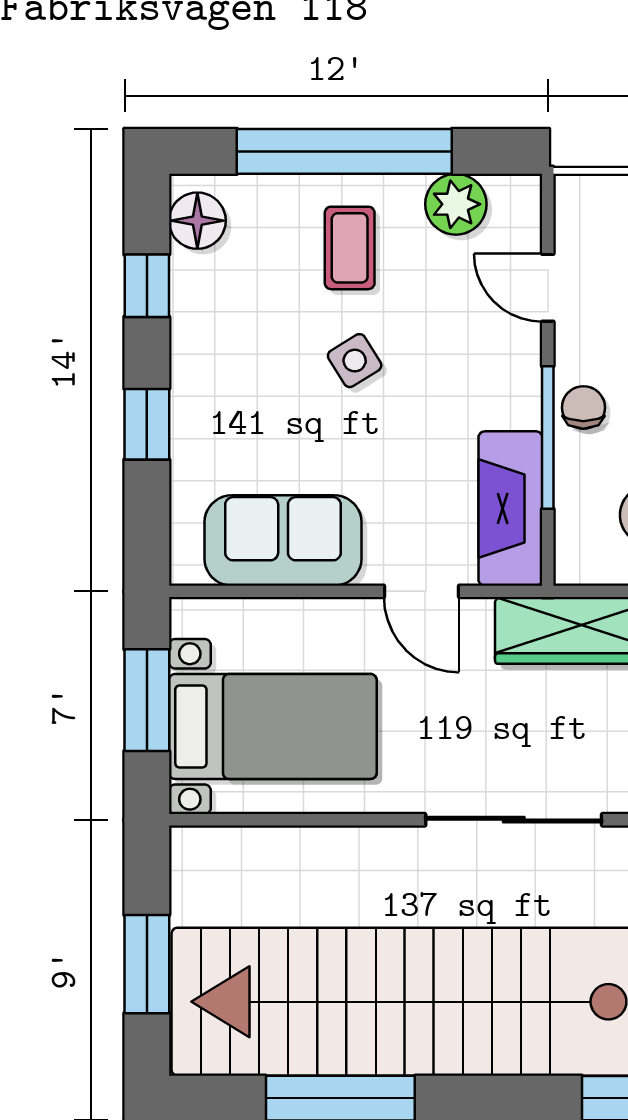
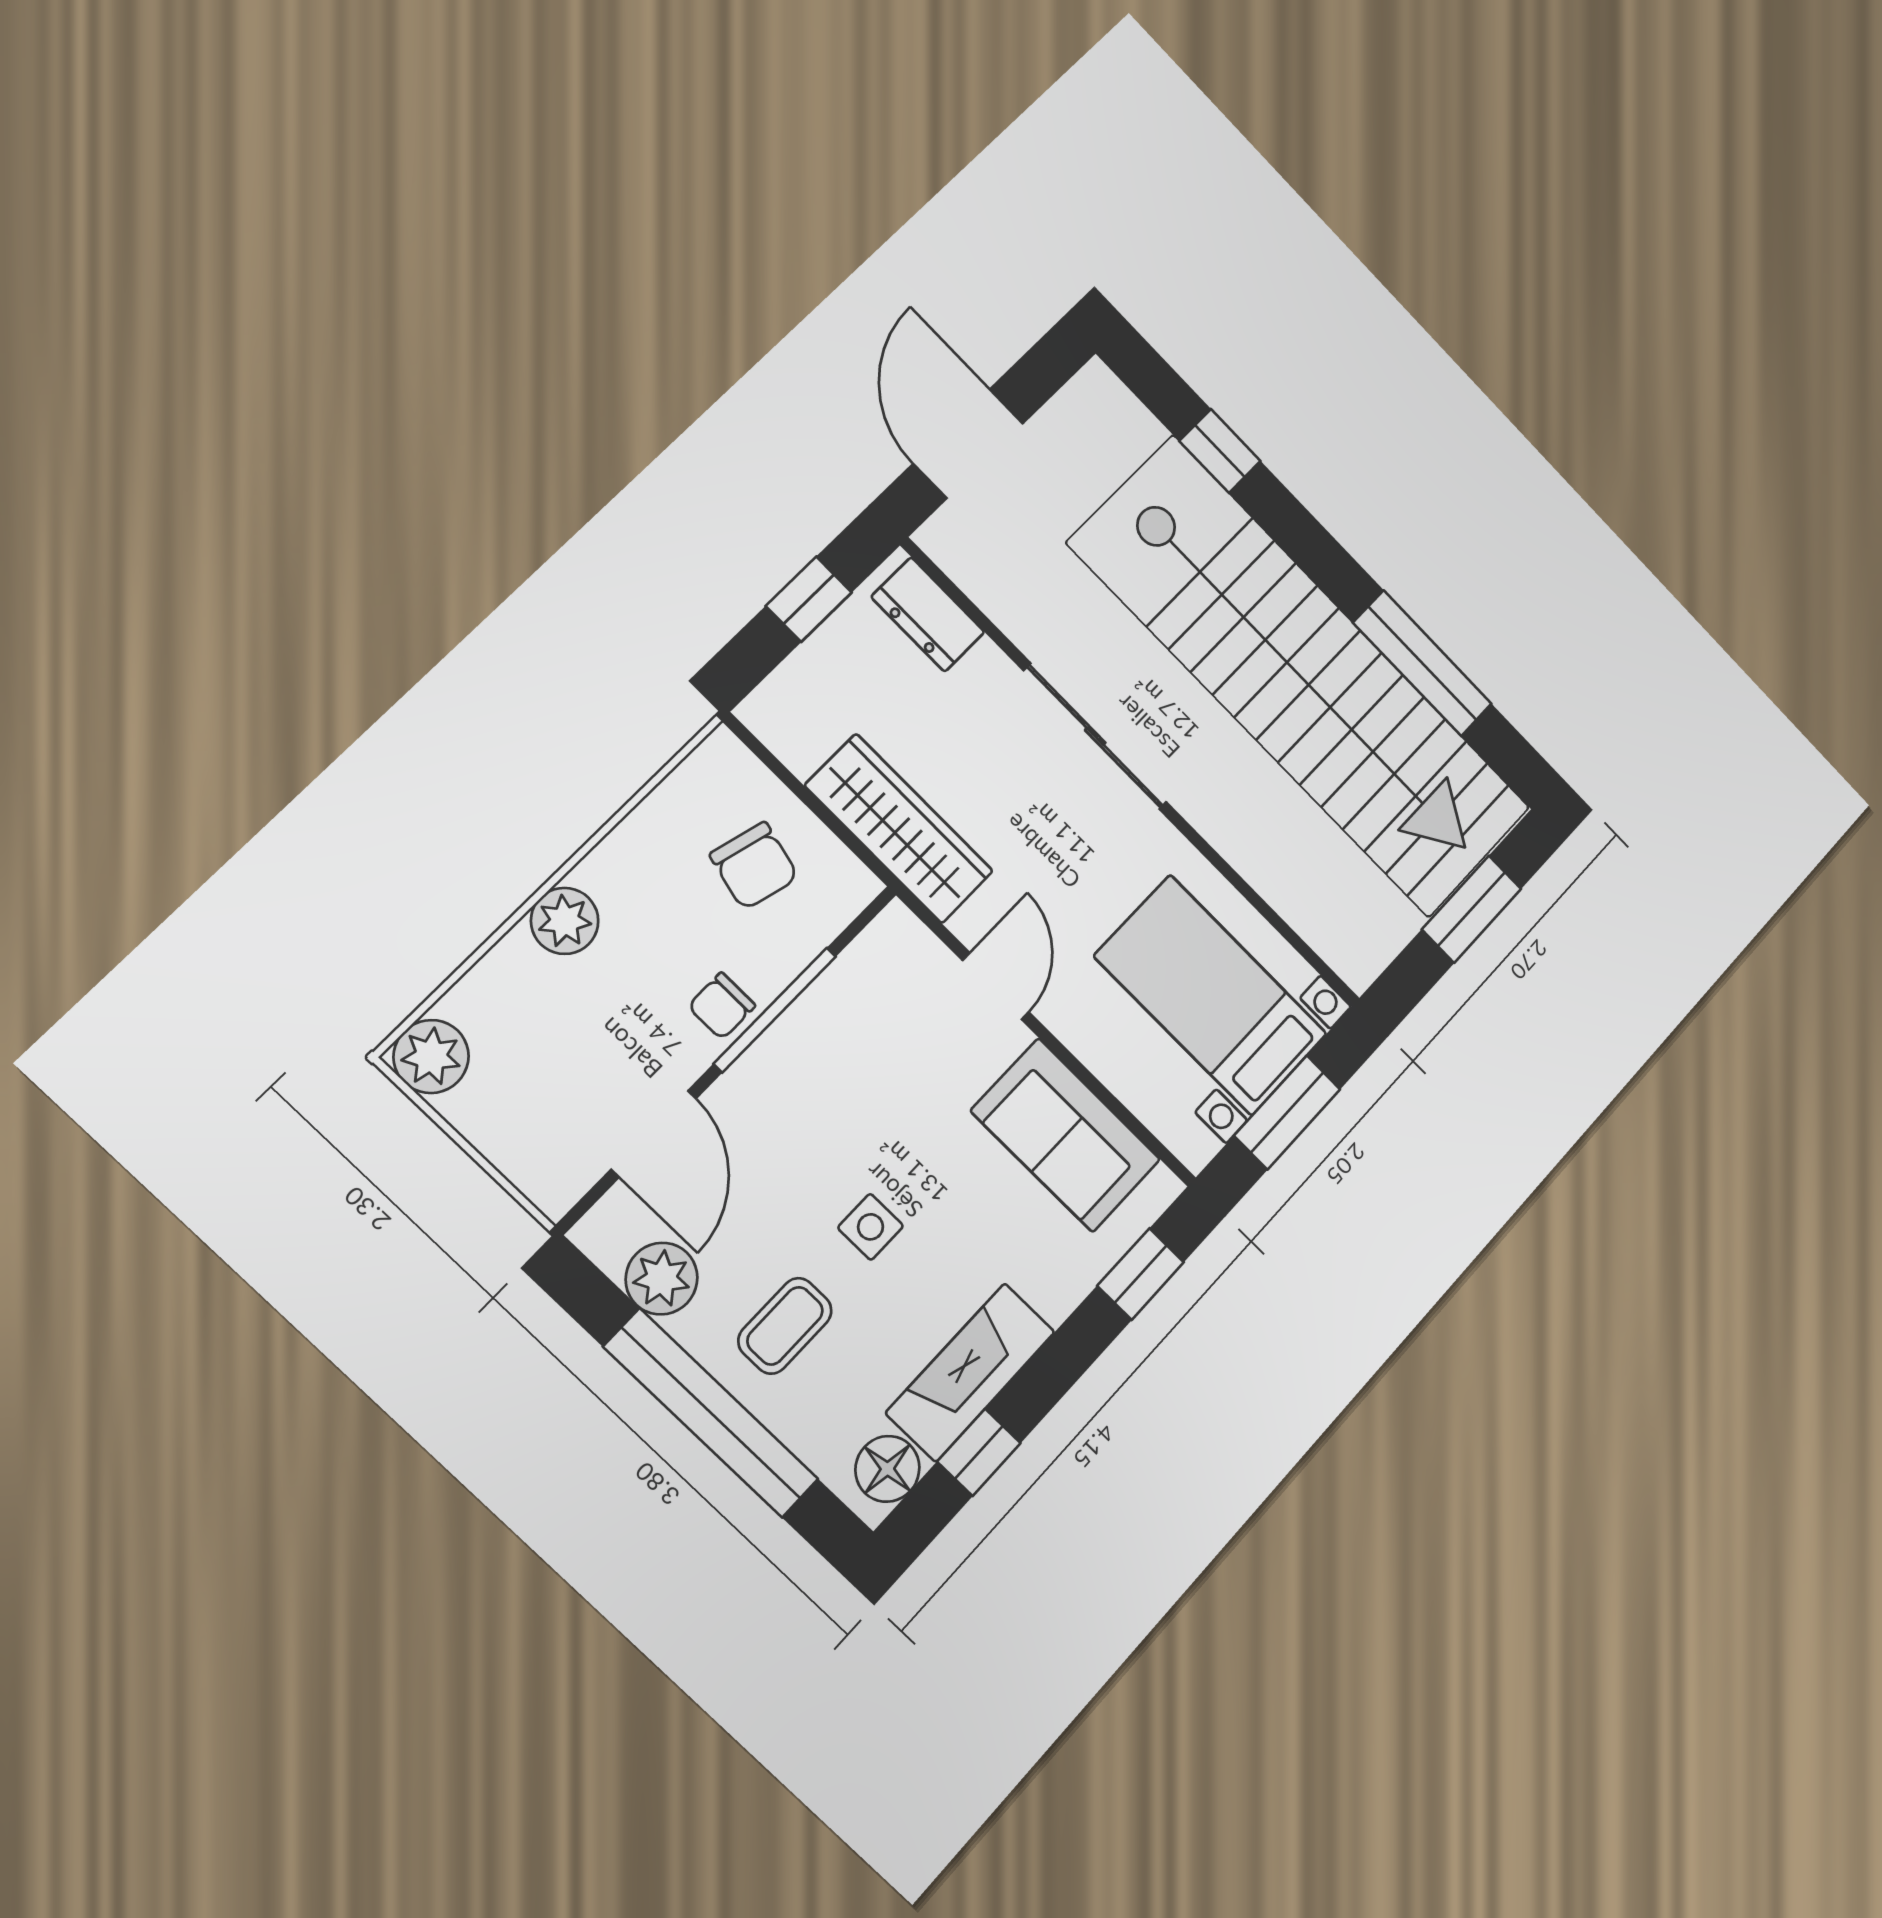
door: (548, 288) -> (654, 1134), width x1.38
side table: (355, 361) -> (871, 1227), turned 32
window: (147, 424) -> (1141, 1274), moved
fireplace: (510, 508) -> (971, 1372), moved, turned 180

